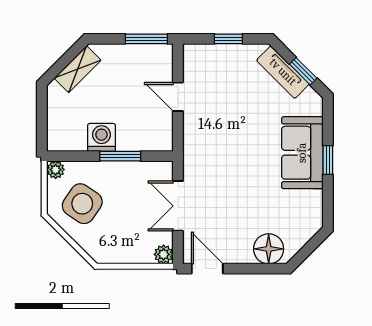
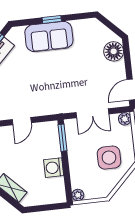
window: (120, 156) -> (63, 138), moved
side table: (82, 204) -> (109, 158), moved, turned -34

